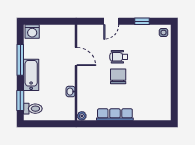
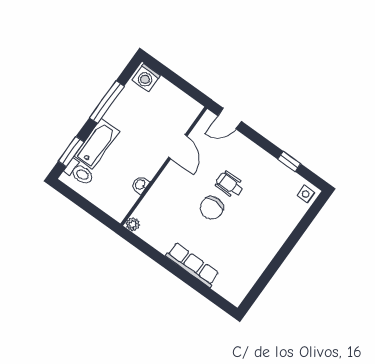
door: (111, 21) -> (229, 118), moved
bathtub: (31, 75) -> (97, 144), moved
chair: (118, 76) -> (212, 208), turned 180
row of seats: (115, 115) -> (192, 265), moved

